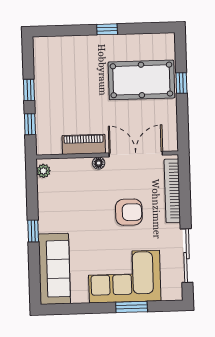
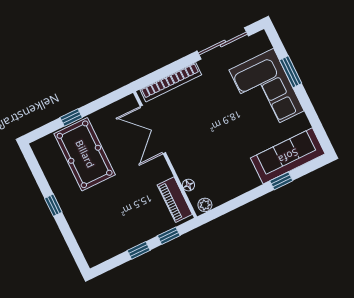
piano: (84, 144) -> (175, 200), moved
floor lamp: (99, 163) -> (188, 185), moved
armchair: (129, 212) -> (207, 112), removed
window: (33, 231) -> (281, 181), moved

